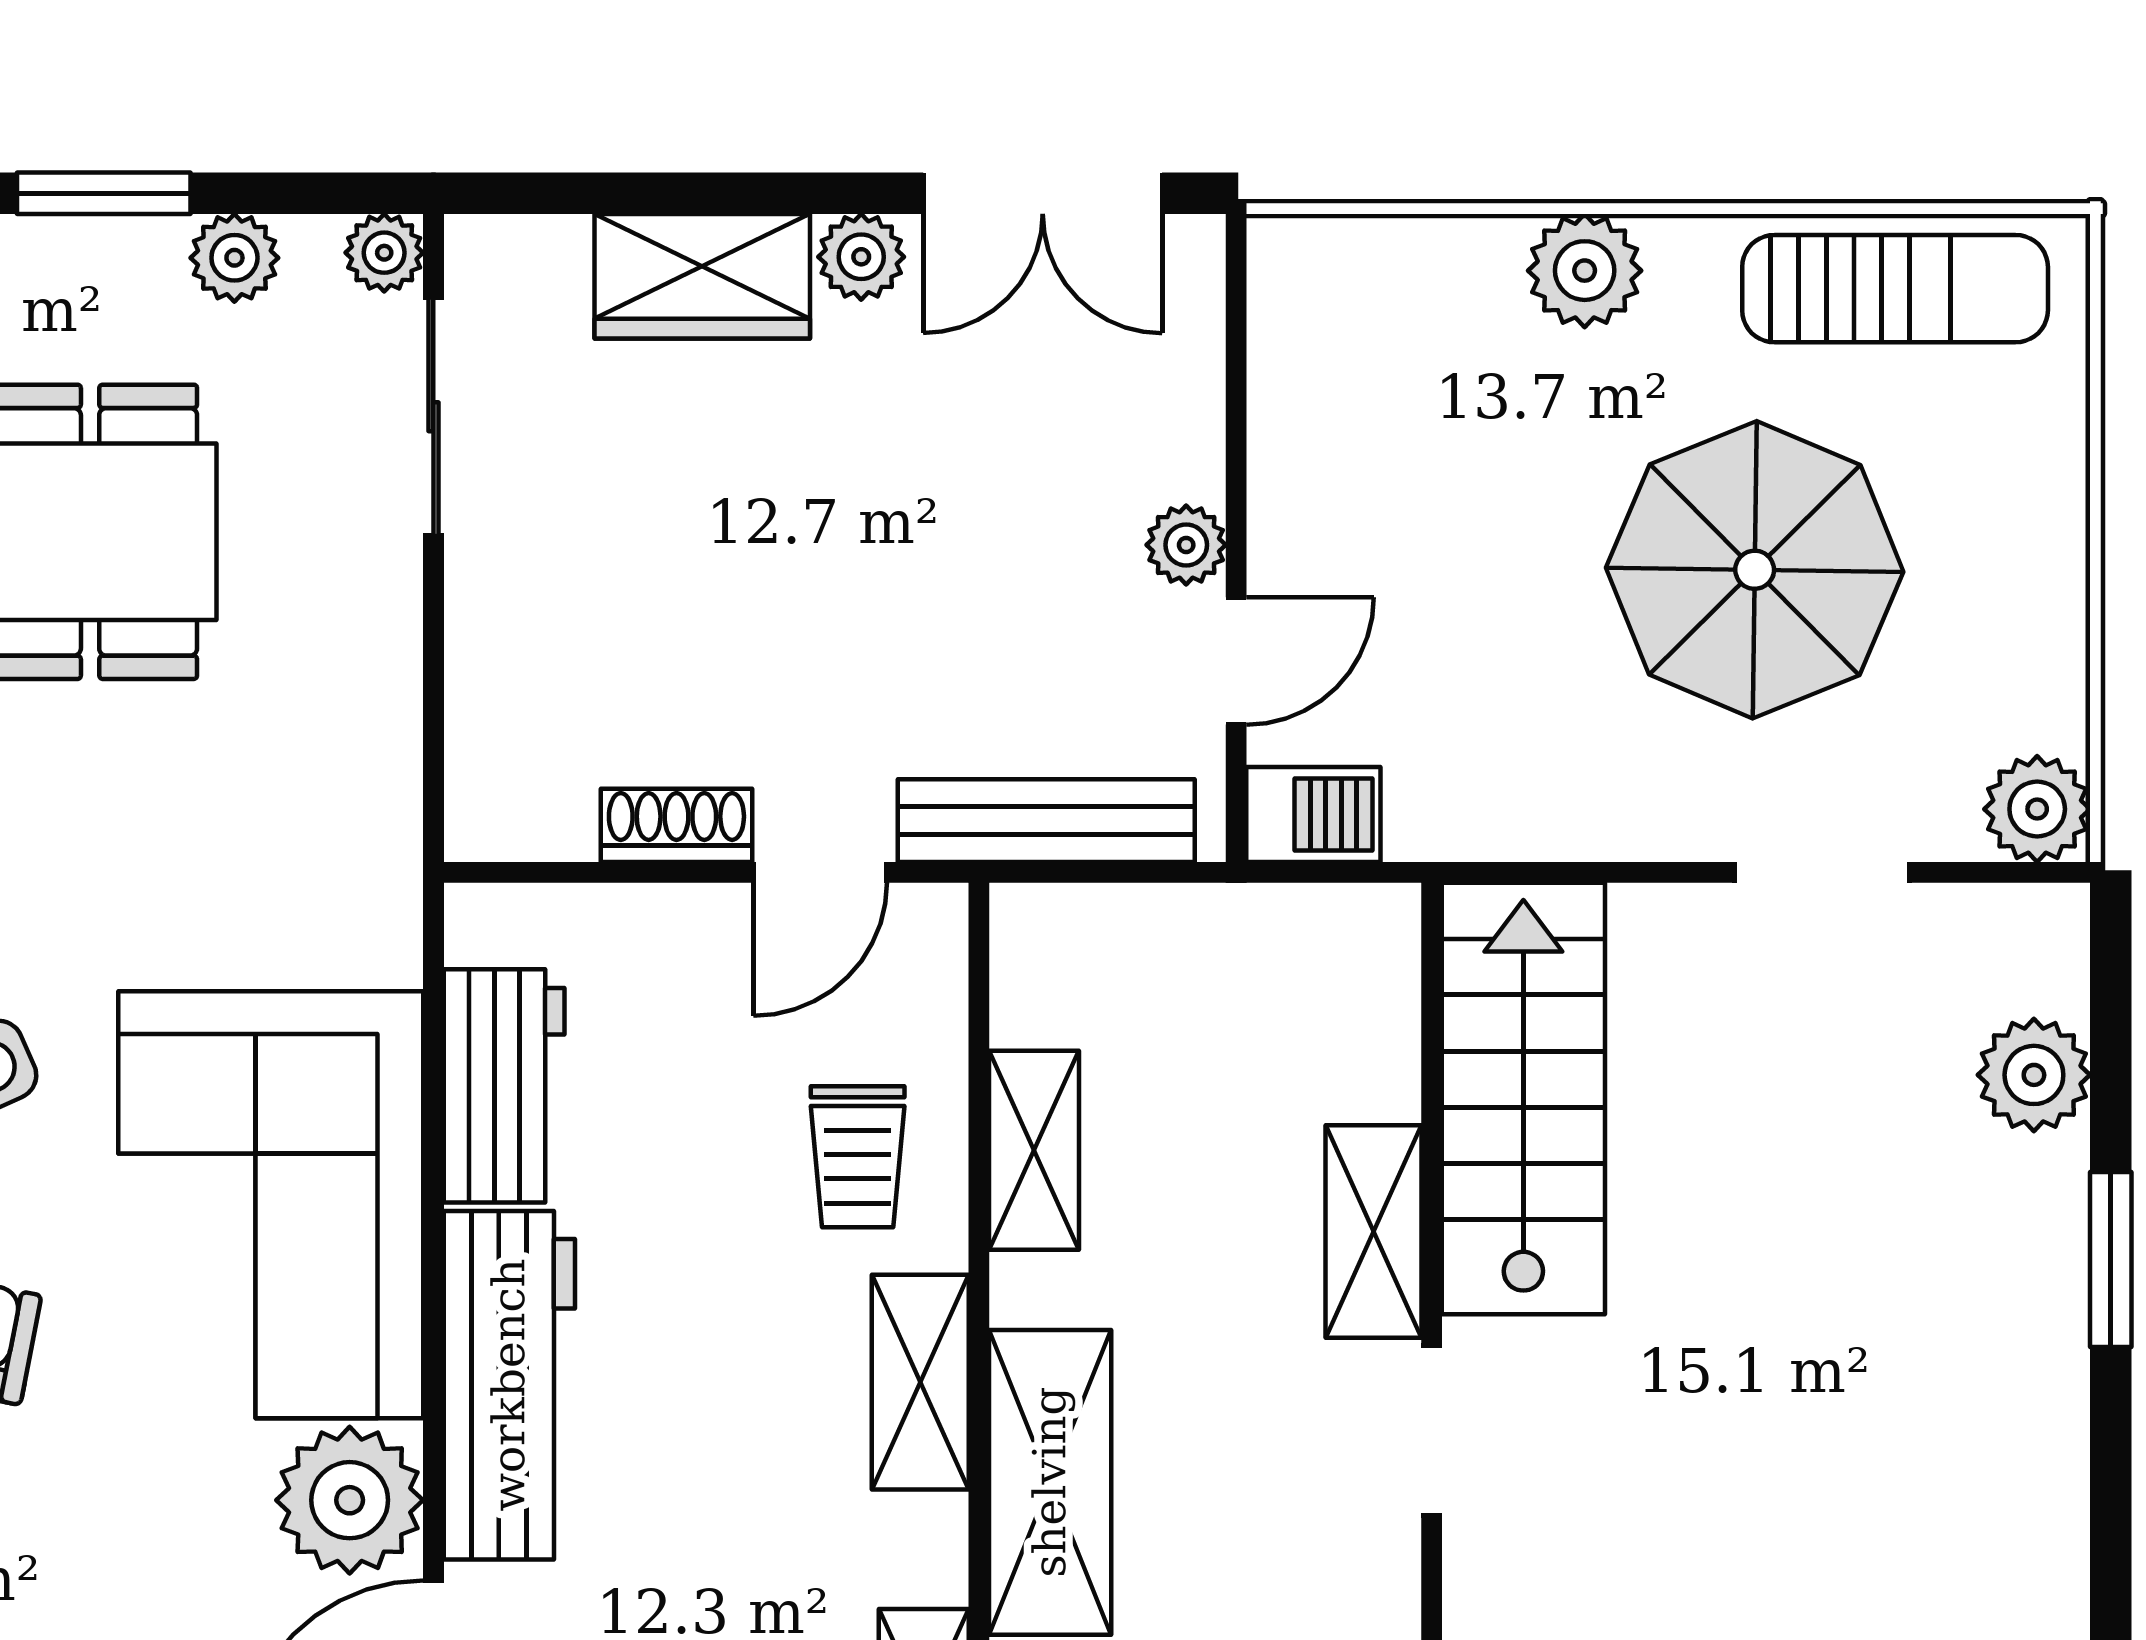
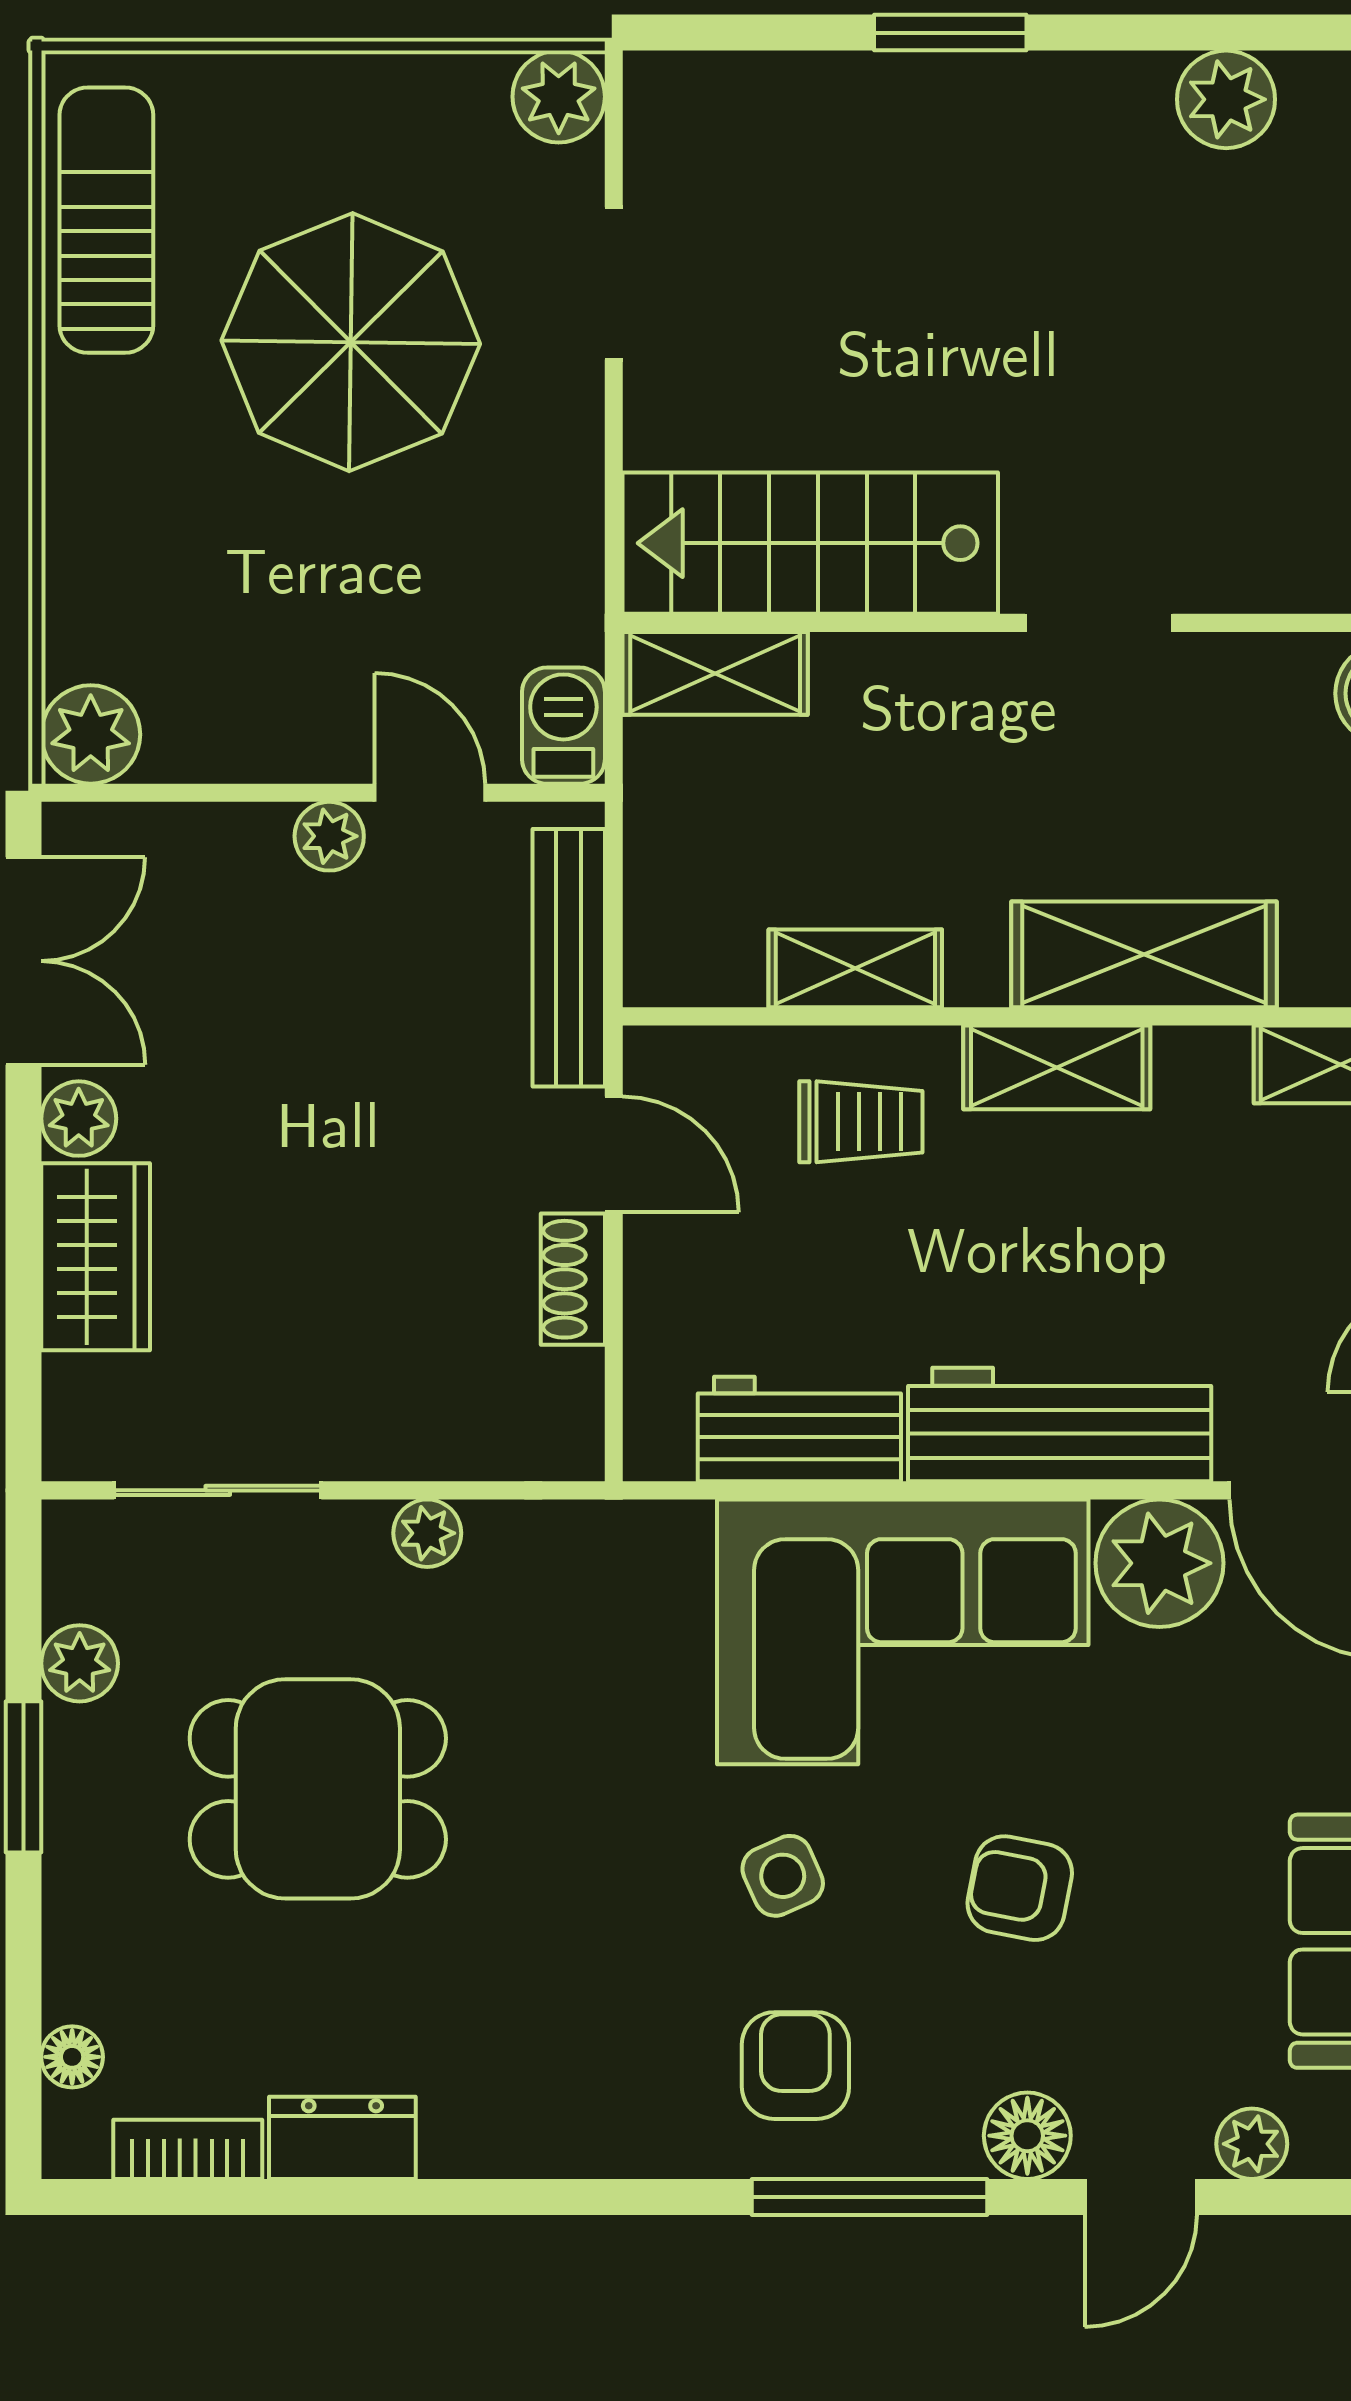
plant: (384, 253) -> (427, 1533), moved
plant: (1585, 271) -> (91, 734), moved
plant: (2034, 1075) -> (1226, 99), moved
shelving: (1373, 1231) -> (715, 673), moved

